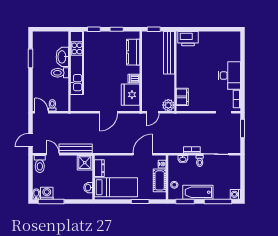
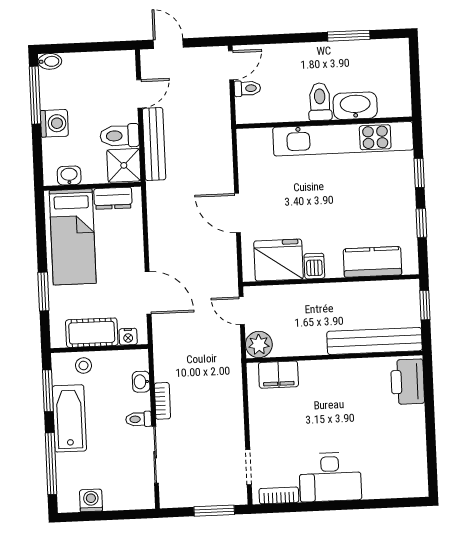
toilet: (40, 164) -> (120, 136), moved
washing machine: (47, 193) -> (54, 123), moved
washing machine: (235, 194) -> (91, 500), moved

